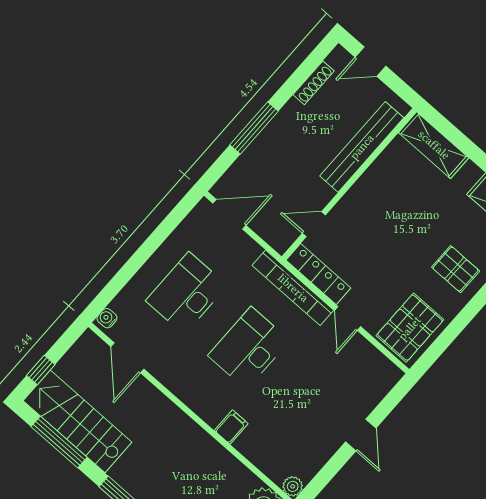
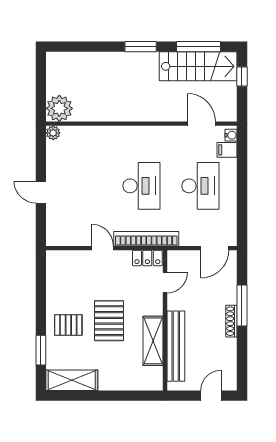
shoe rack: (314, 83) -> (231, 321), moved
shelving: (434, 145) -> (153, 341), moved, turned 90
locker: (318, 274) -> (147, 258), width x0.66
pallet: (410, 328) -> (109, 321), moved
filing cabinet: (231, 427) -> (227, 150), moved, turned 90

